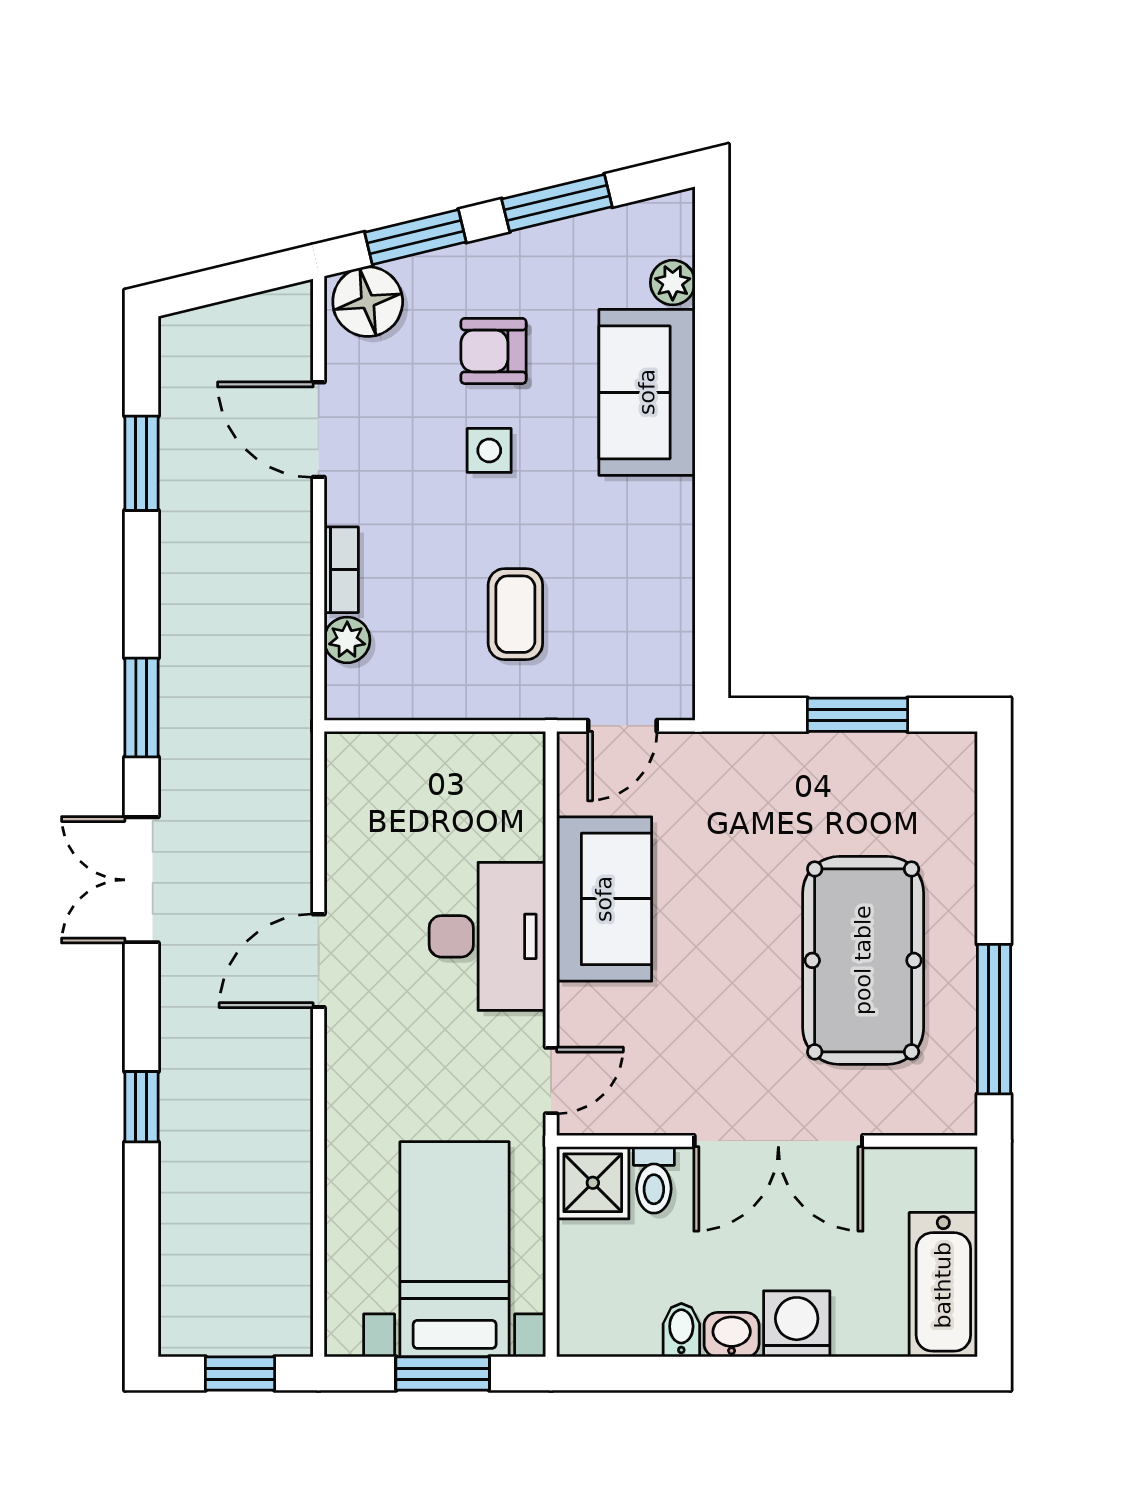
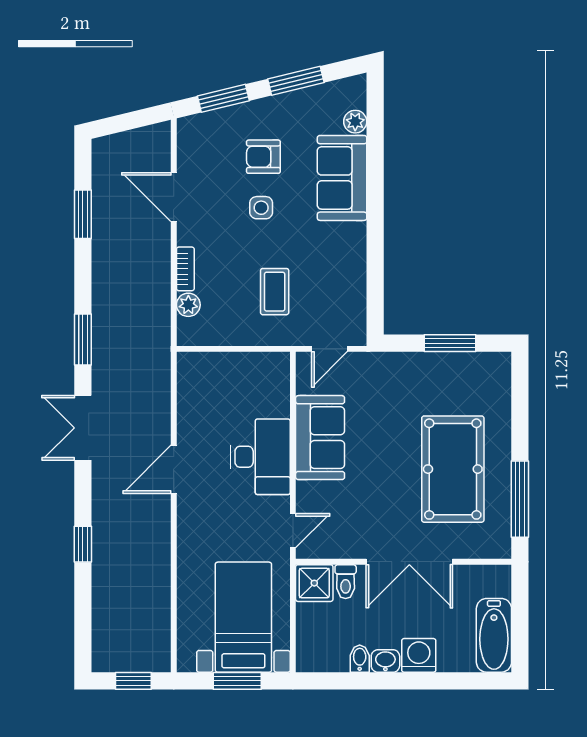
floor lamp: (368, 302) -> (199, 131), removed

